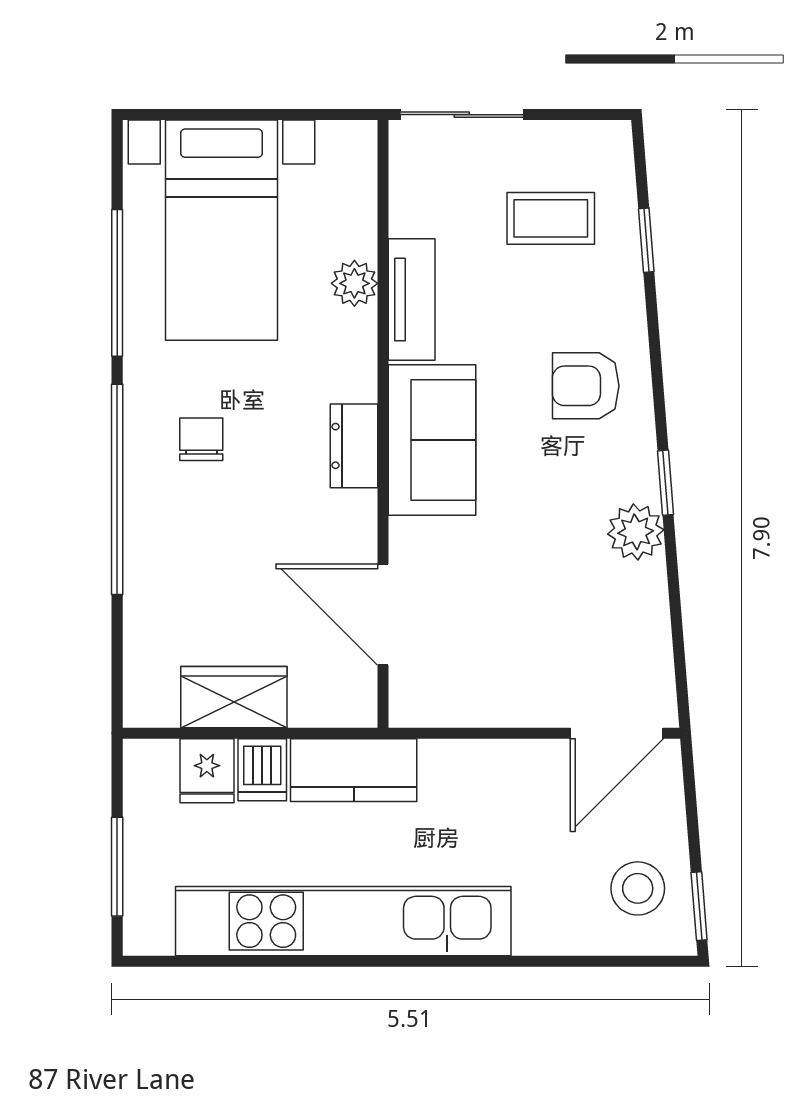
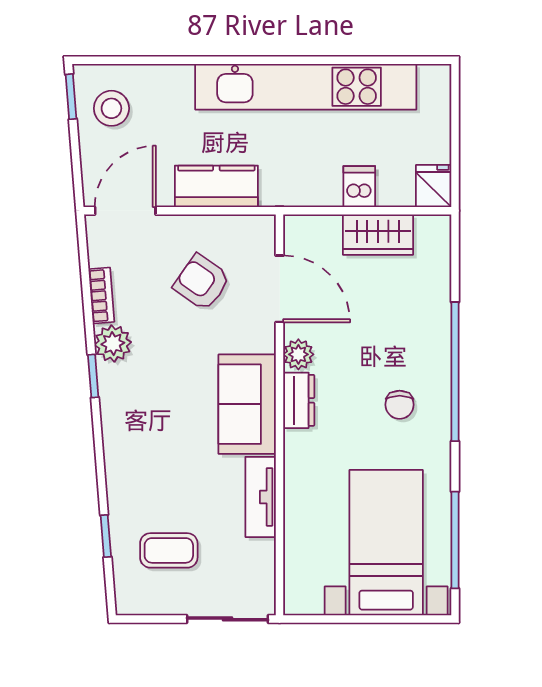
window: (117, 283) -> (455, 540), moved
plant: (354, 283) -> (298, 354), moved
armchair: (586, 386) -> (202, 282), moved, turned -145
bookcase: (653, 605) -> (101, 295), added
kitchen counter: (354, 770) -> (216, 186), moved
fridge: (207, 771) -> (434, 186), moved
window: (117, 867) -> (455, 123), removed

